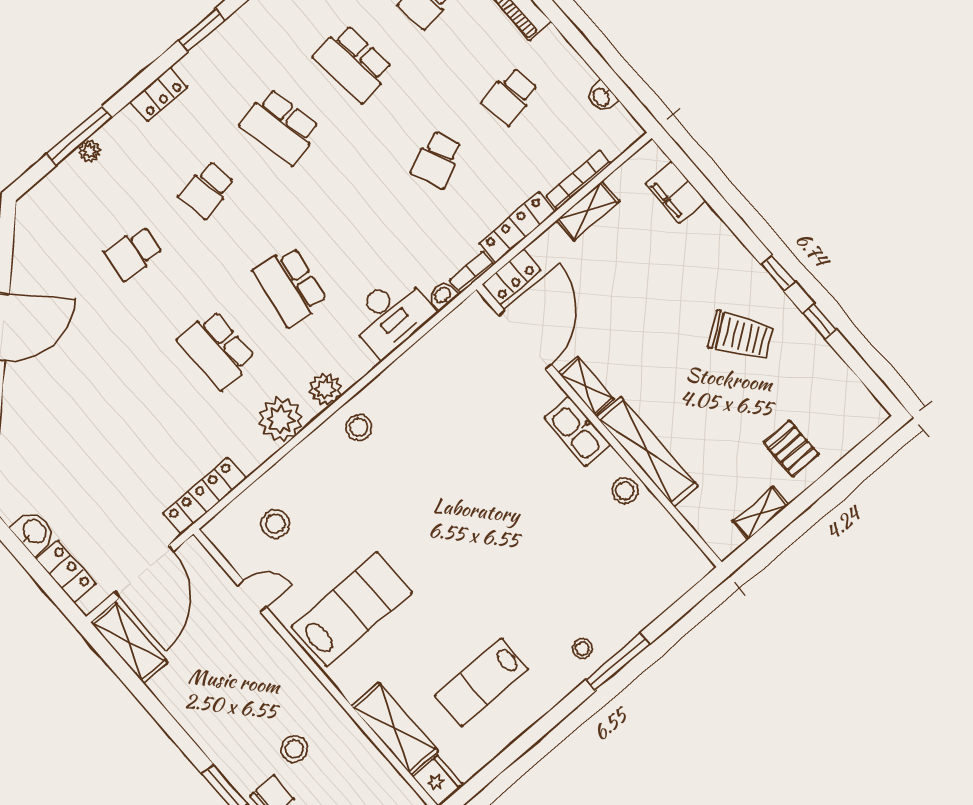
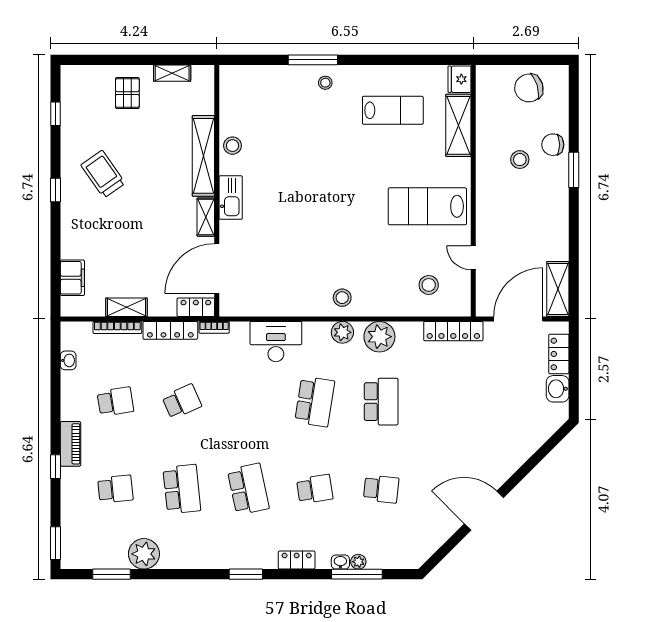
washbasin: (443, 295) -> (340, 562), moved, turned 180
window: (820, 321) -> (56, 114), moved

